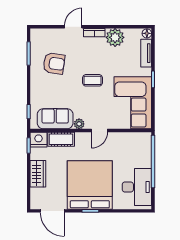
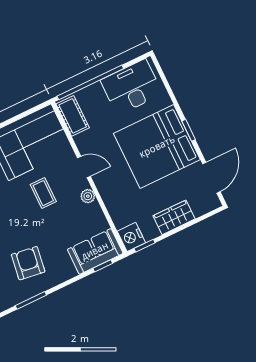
coffee table: (93, 80) -> (43, 193), moved
sofa: (55, 119) -> (95, 251), moved, turned 90
cot: (61, 139) -> (73, 116), moved

